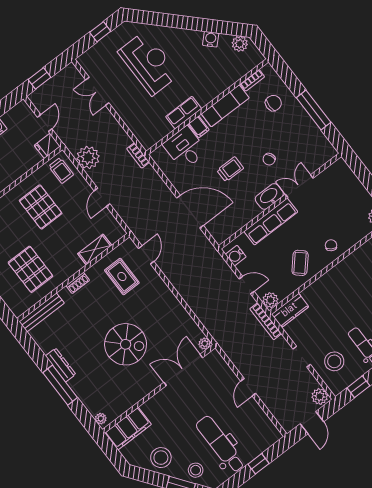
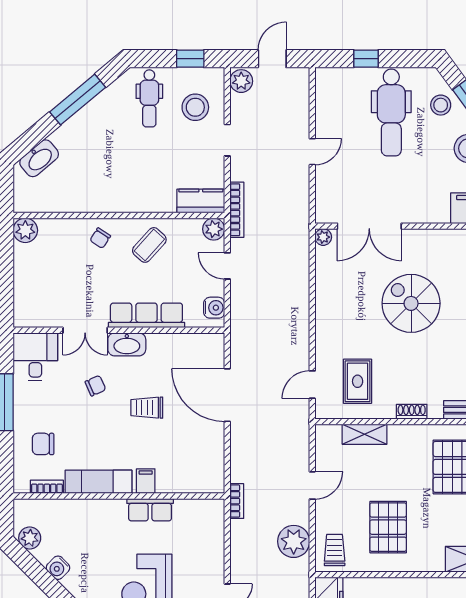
desk: (185, 148) -> (35, 357), moved, turned 180

